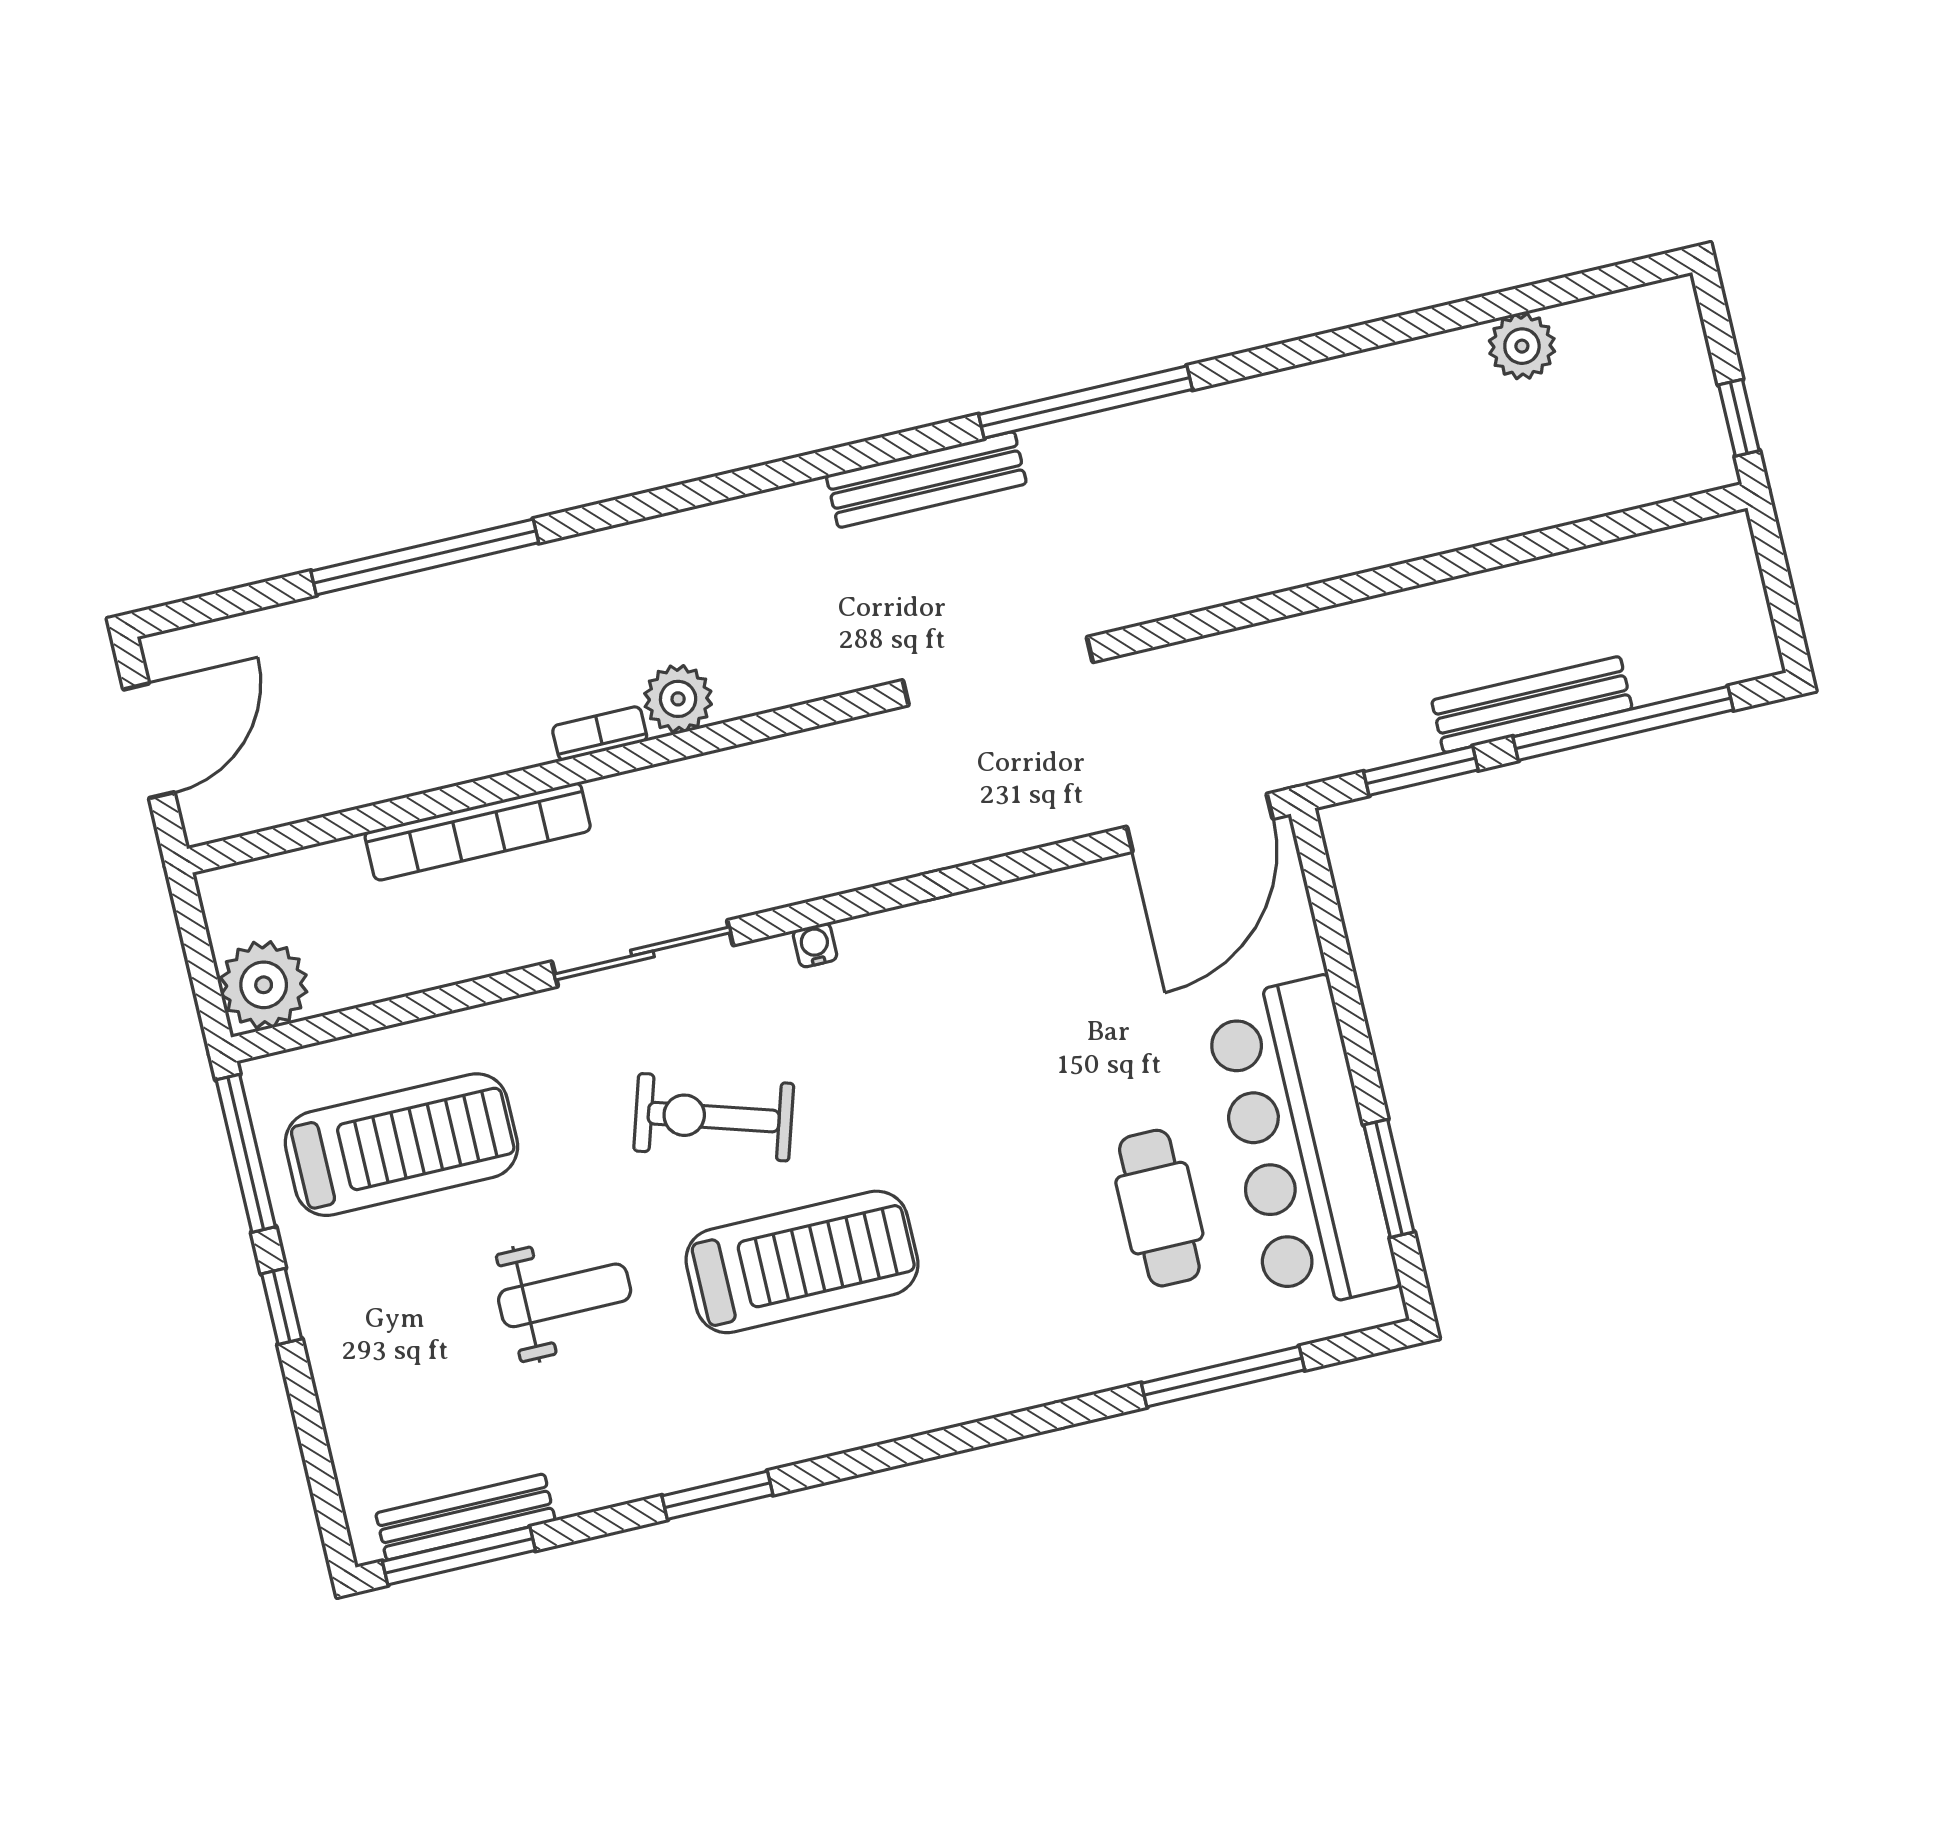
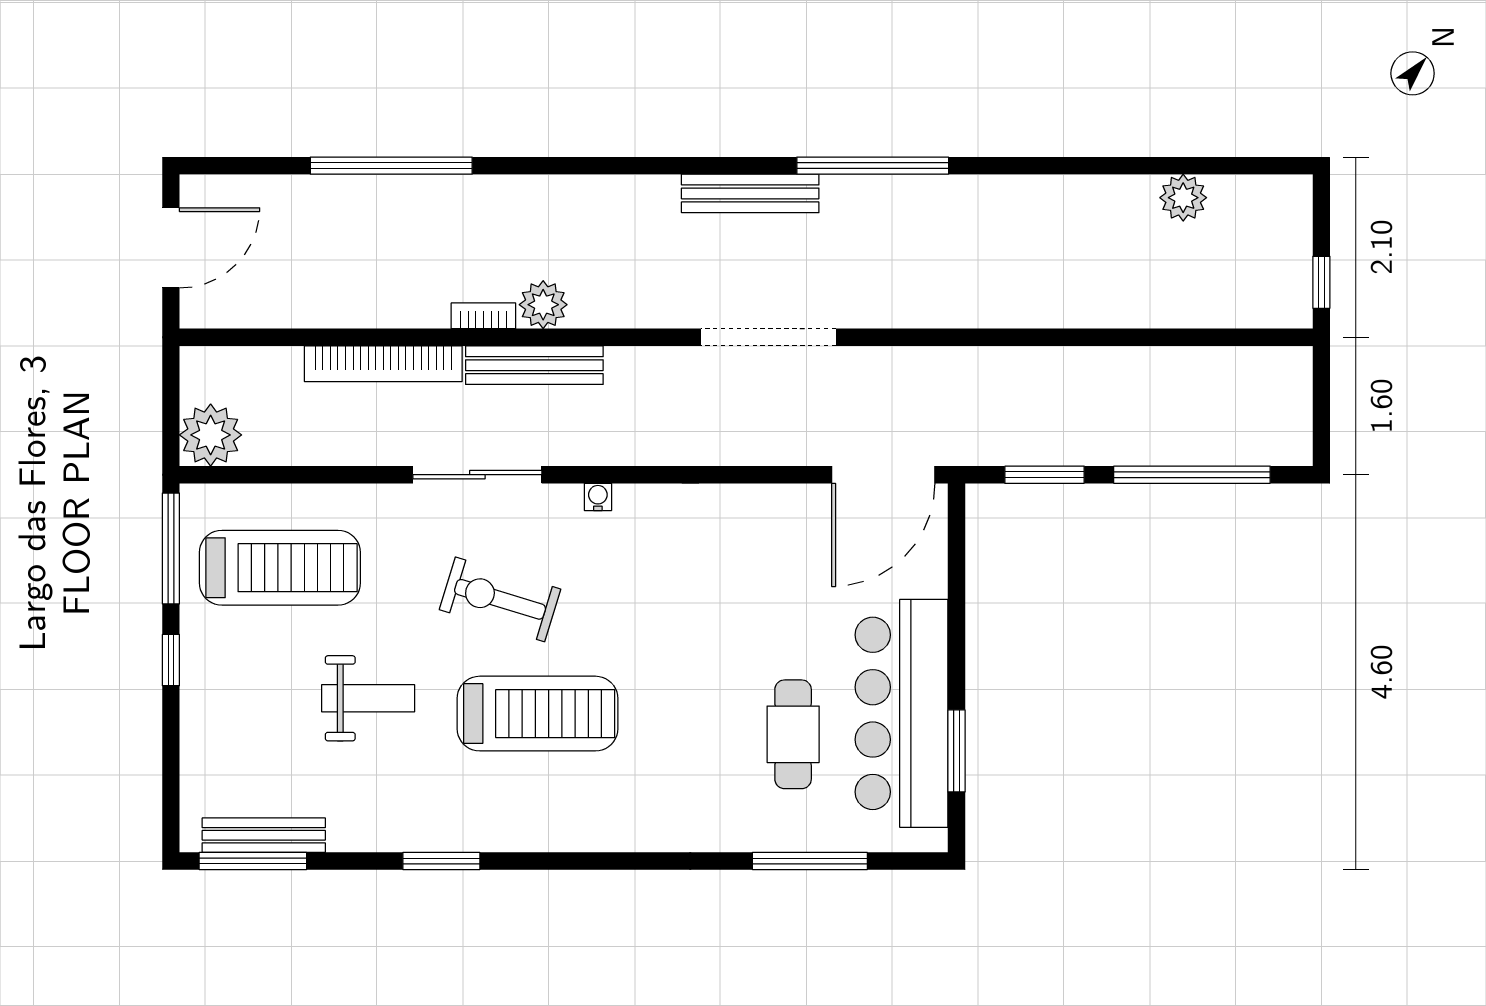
bench: (1532, 704) -> (534, 365), moved

